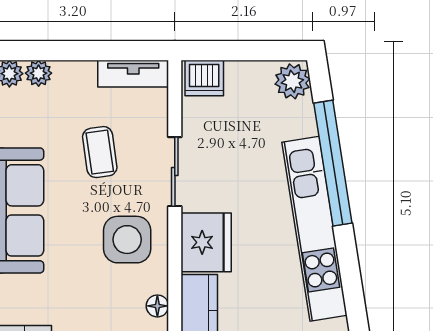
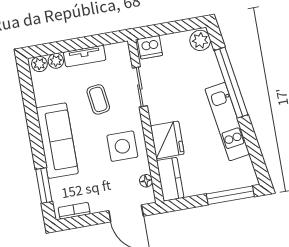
tv unit: (133, 74) -> (85, 56), moved
sliding door: (175, 172) -> (140, 87), moved
kitchen unit: (315, 229) -> (227, 122), width x0.73

